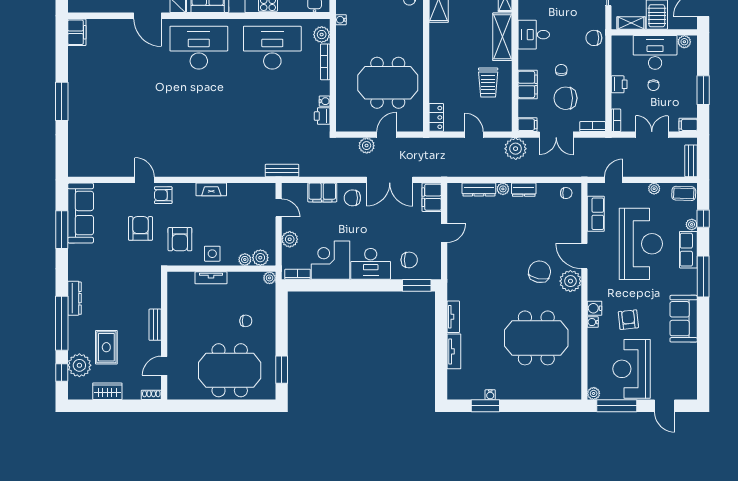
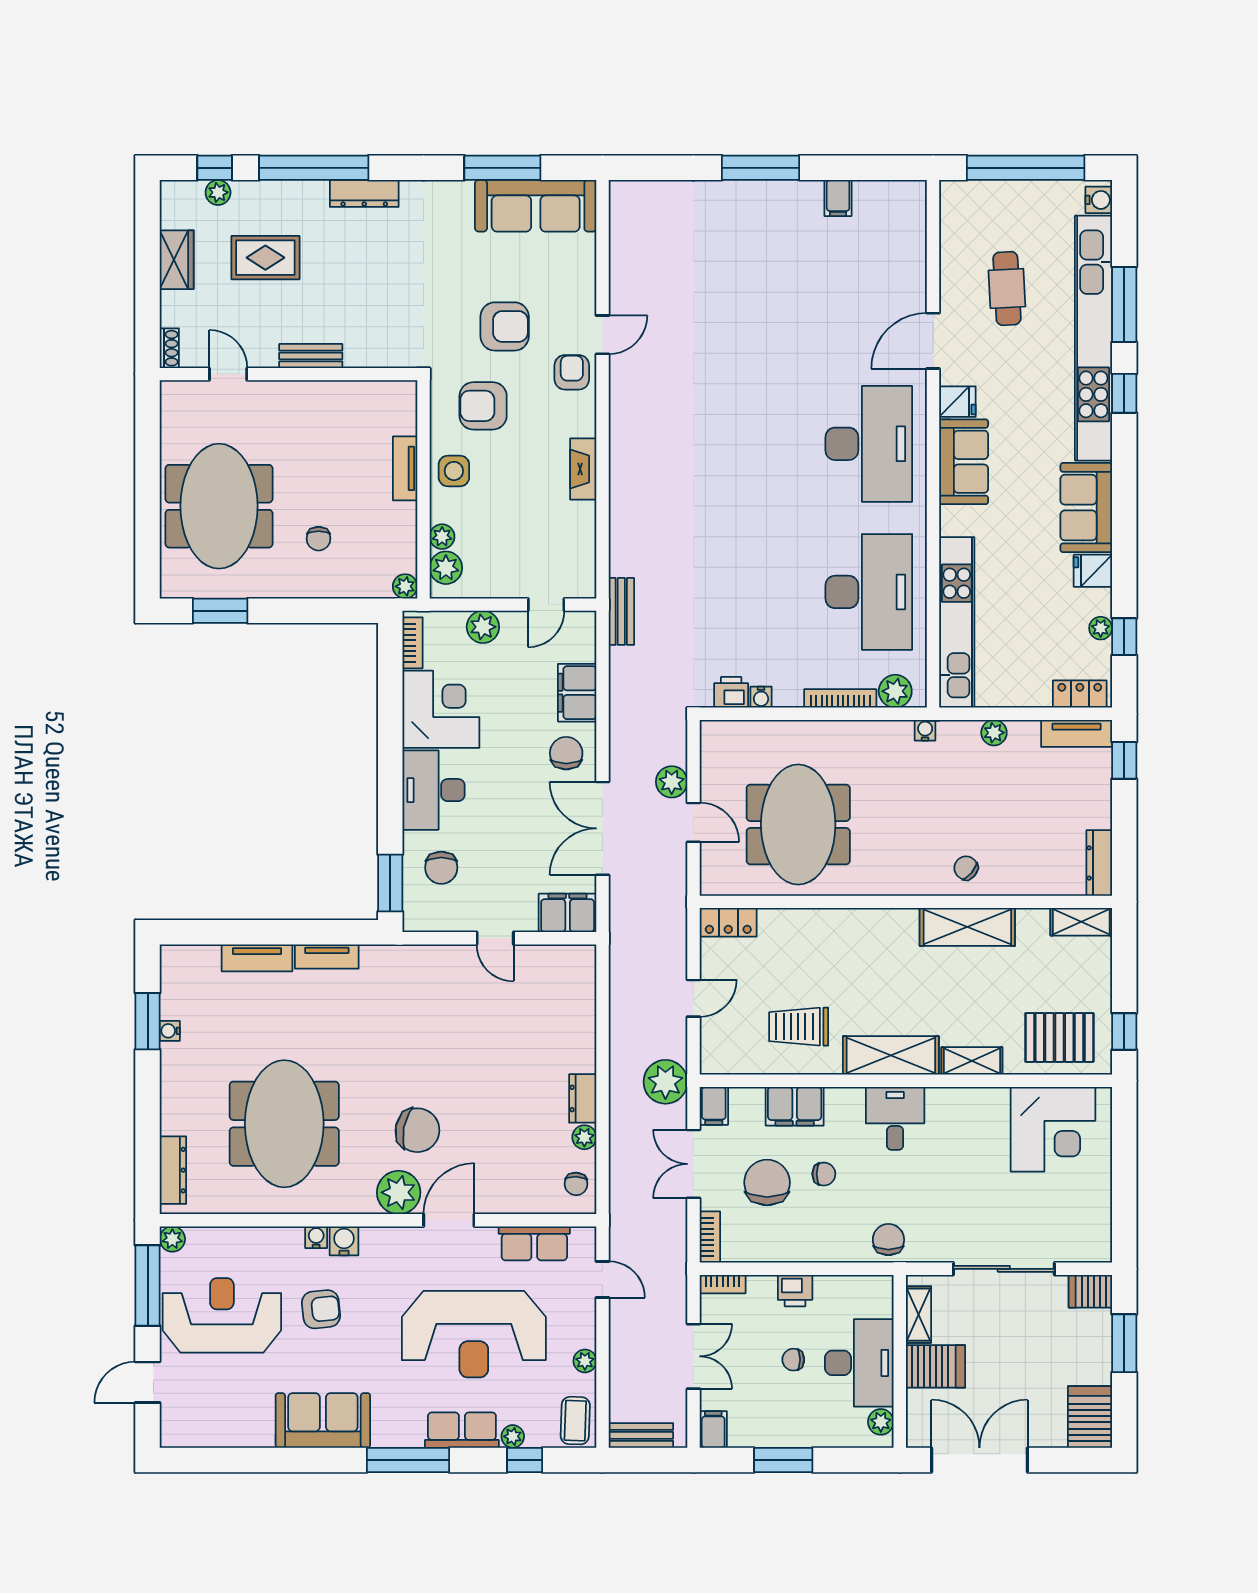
filing cabinet: (77, 32) -> (838, 198), moved, width x0.50
dresser: (479, 189) -> (173, 1170), moved, turned 180
plant: (503, 189) -> (584, 1137), moved
plant: (79, 365) -> (218, 192), width x0.53, depth x0.53

